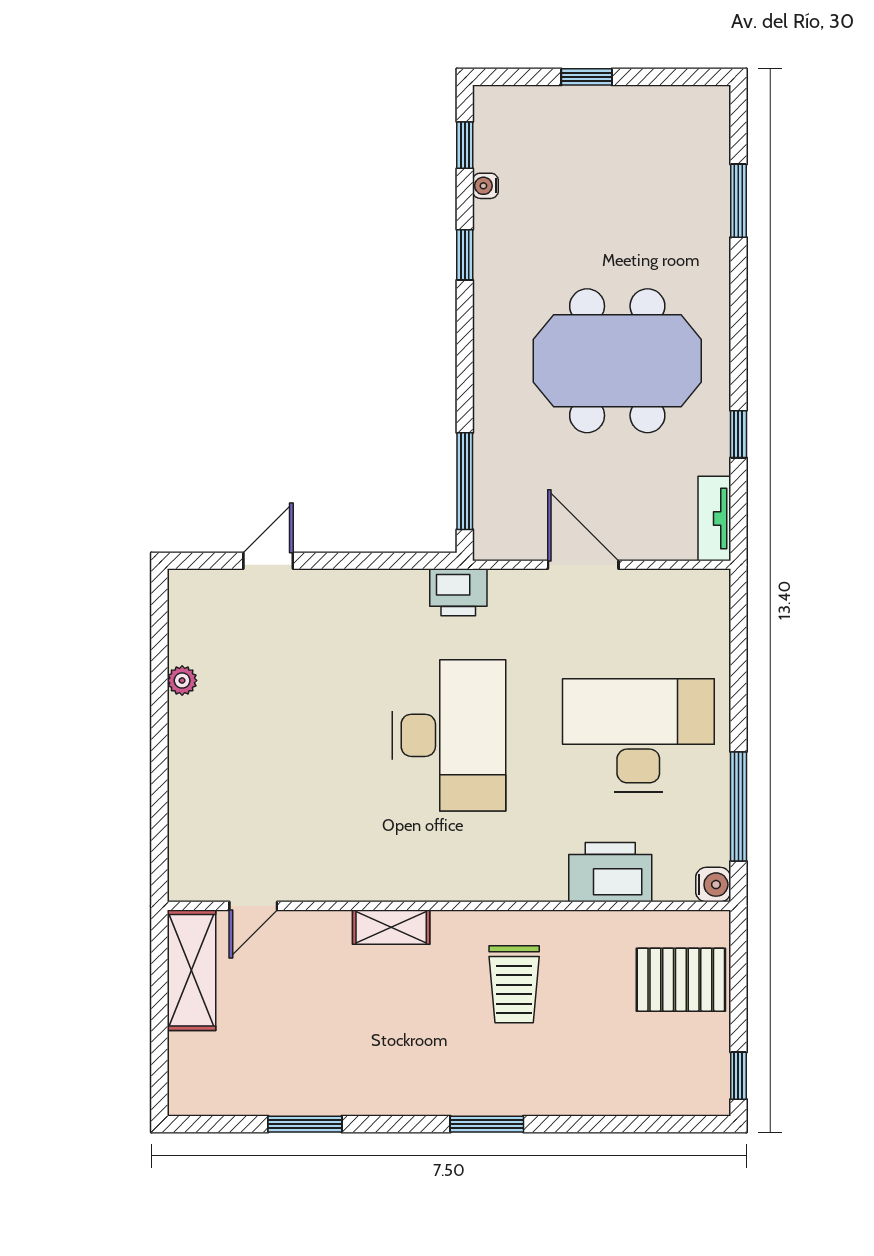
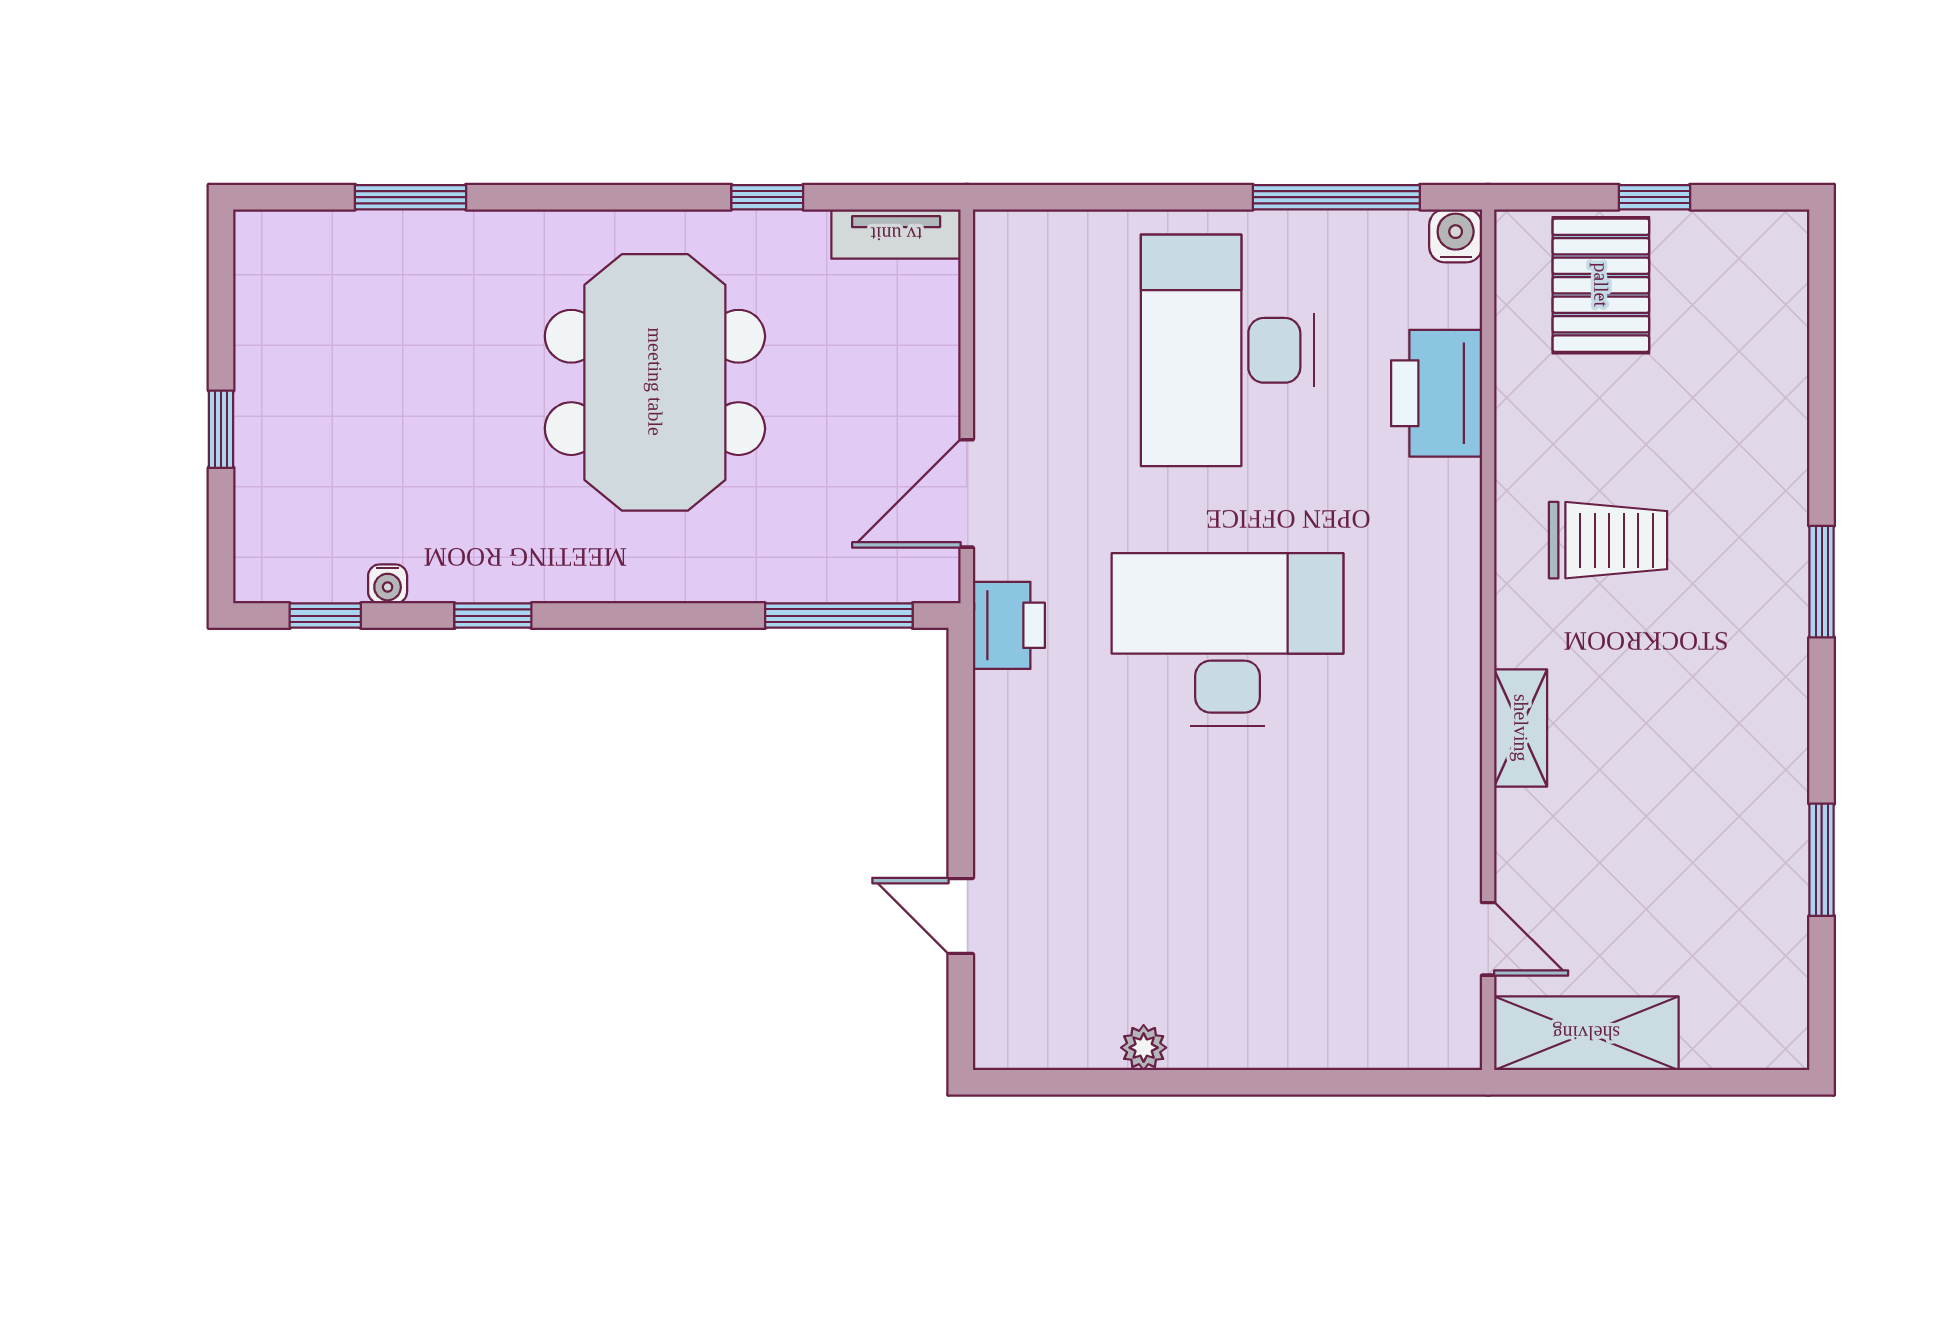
door: (583, 565) -> (967, 493), moved
window: (738, 1076) -> (1654, 197), moved

